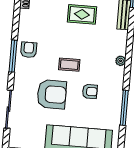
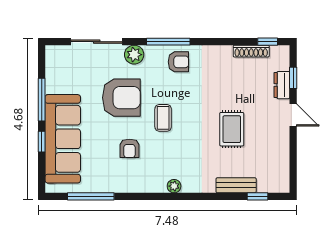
plant: (21, 82) -> (134, 55), added
armchair: (52, 94) -> (121, 98), turned -90
window: (124, 108) -> (91, 196), moved

